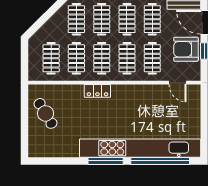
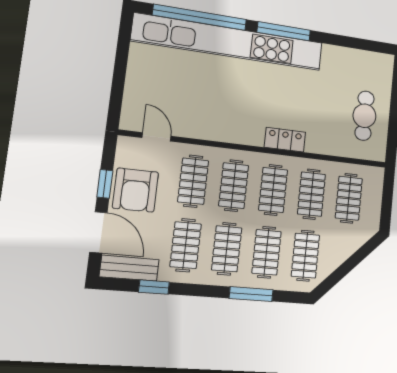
armchair: (186, 49) -> (136, 190), turned 90
cafe table: (45, 113) -> (365, 116), turned 31

